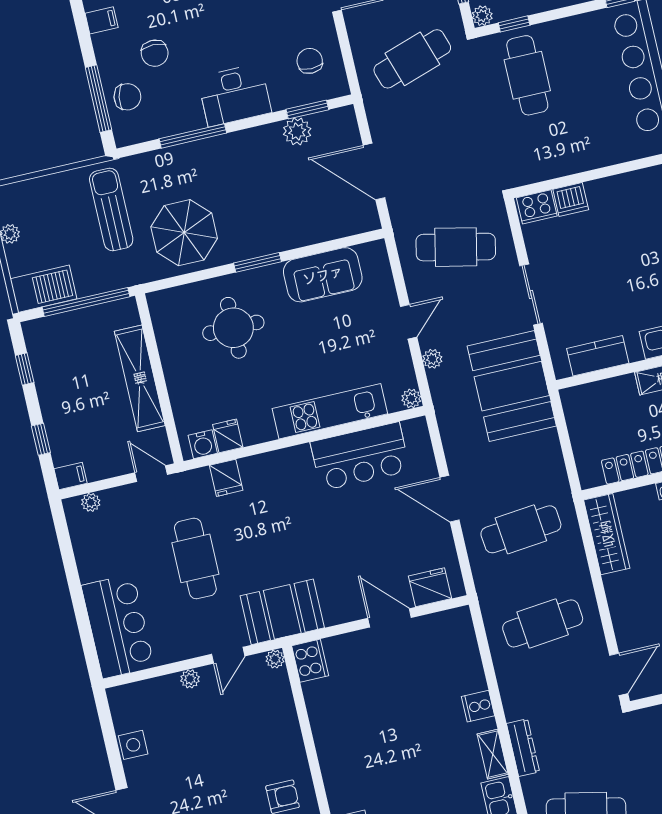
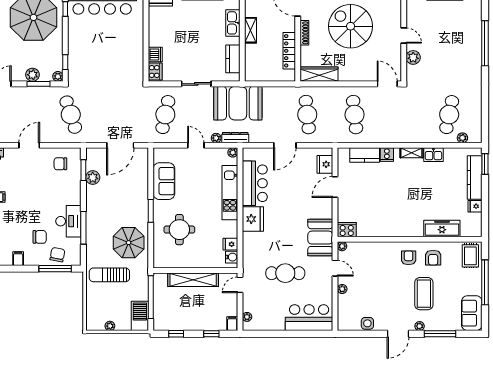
cafe table: (527, 75) -> (91, 61), removed
desk: (234, 95) -> (68, 221), moved
fridge: (226, 478) -> (253, 219), moved, width x1.88, depth x1.34
kitchen counter: (467, 662) -> (365, 155), added
dresser: (523, 748) -> (235, 138), moved

